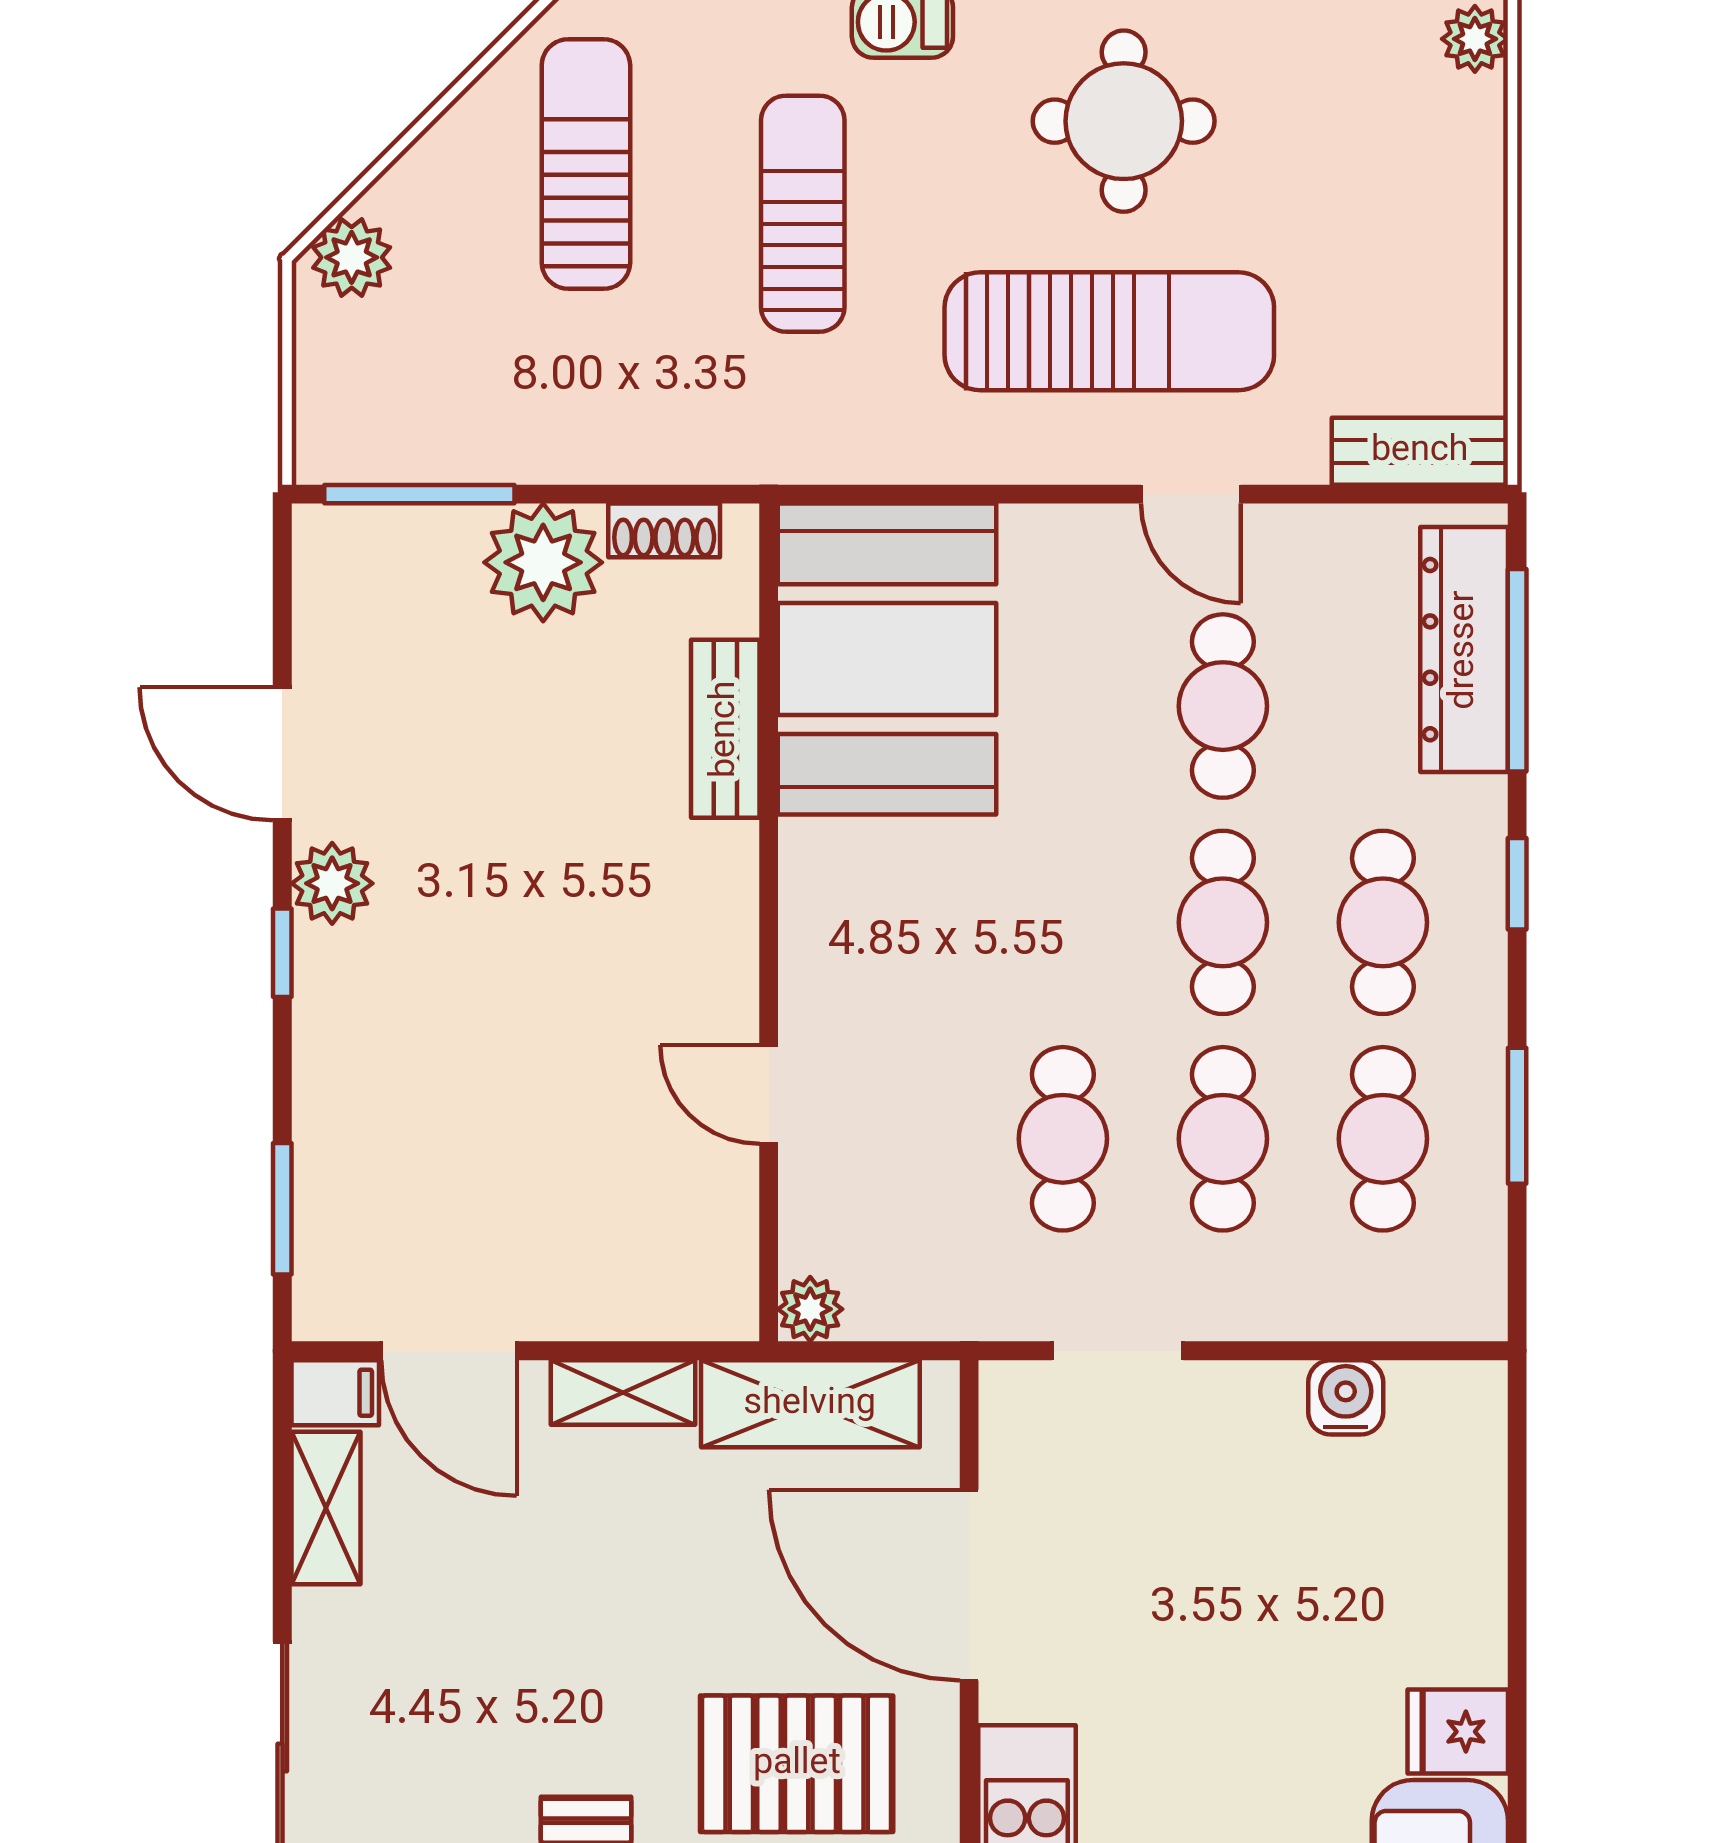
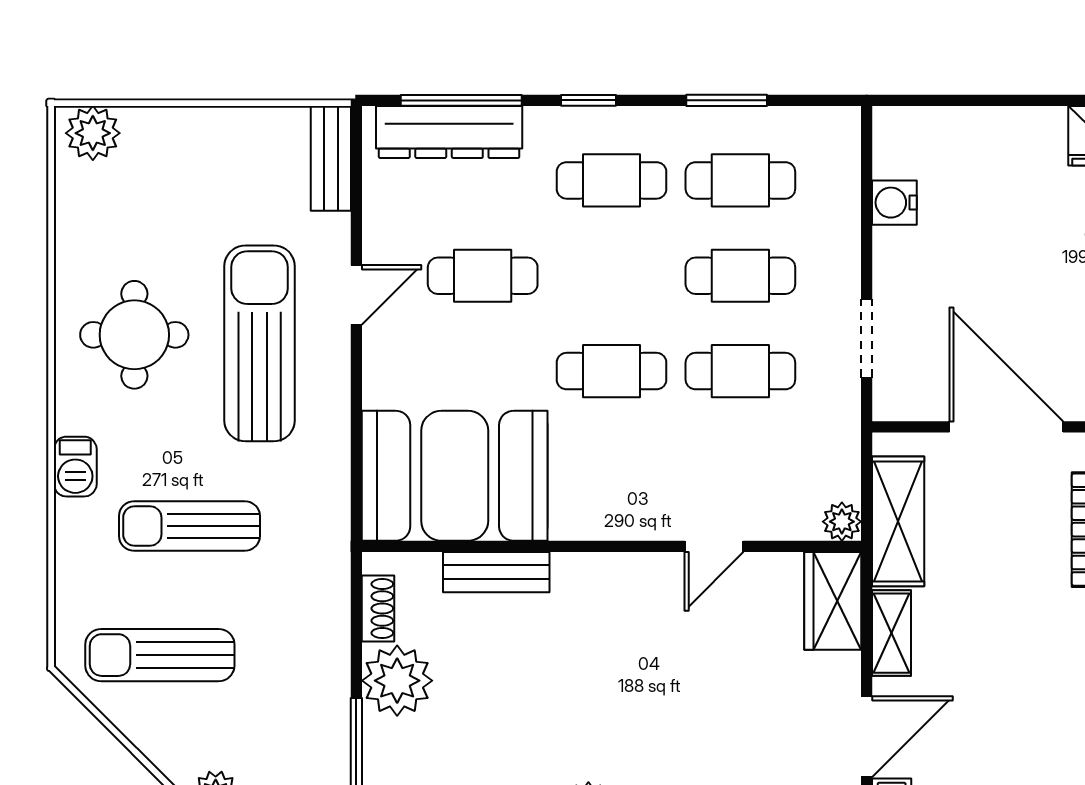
plant: (1475, 39) -> (93, 133), width x1.38, depth x1.38
cafe table: (1223, 922) -> (612, 371), moved
wardrobe: (677, 1294) -> (833, 601), added
door: (969, 1585) -> (1006, 427), swing flipped

